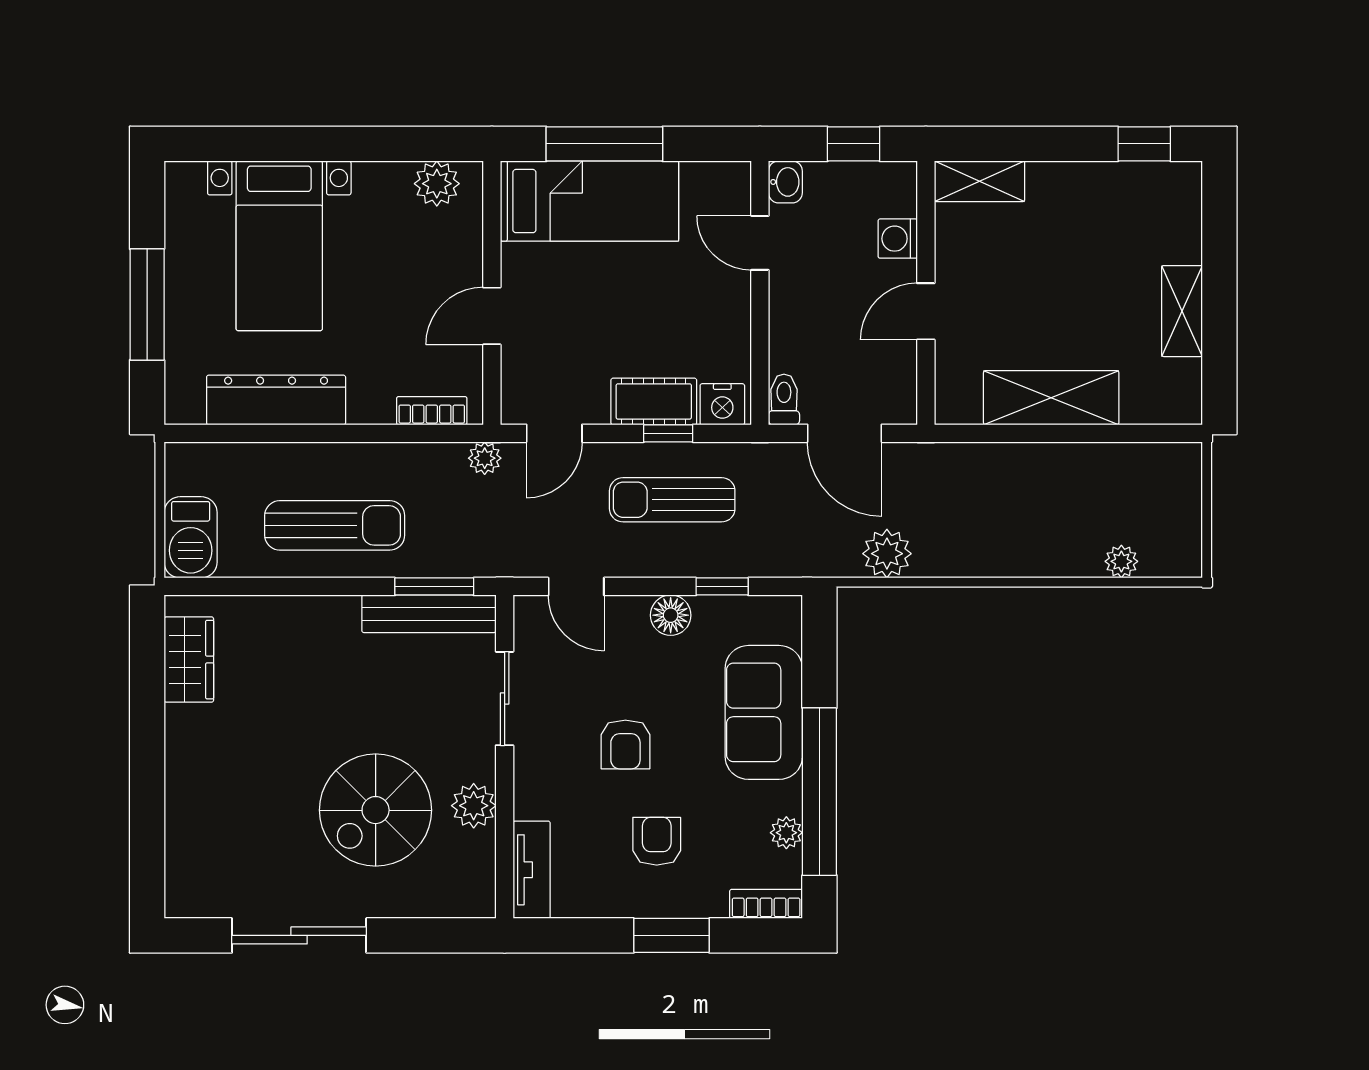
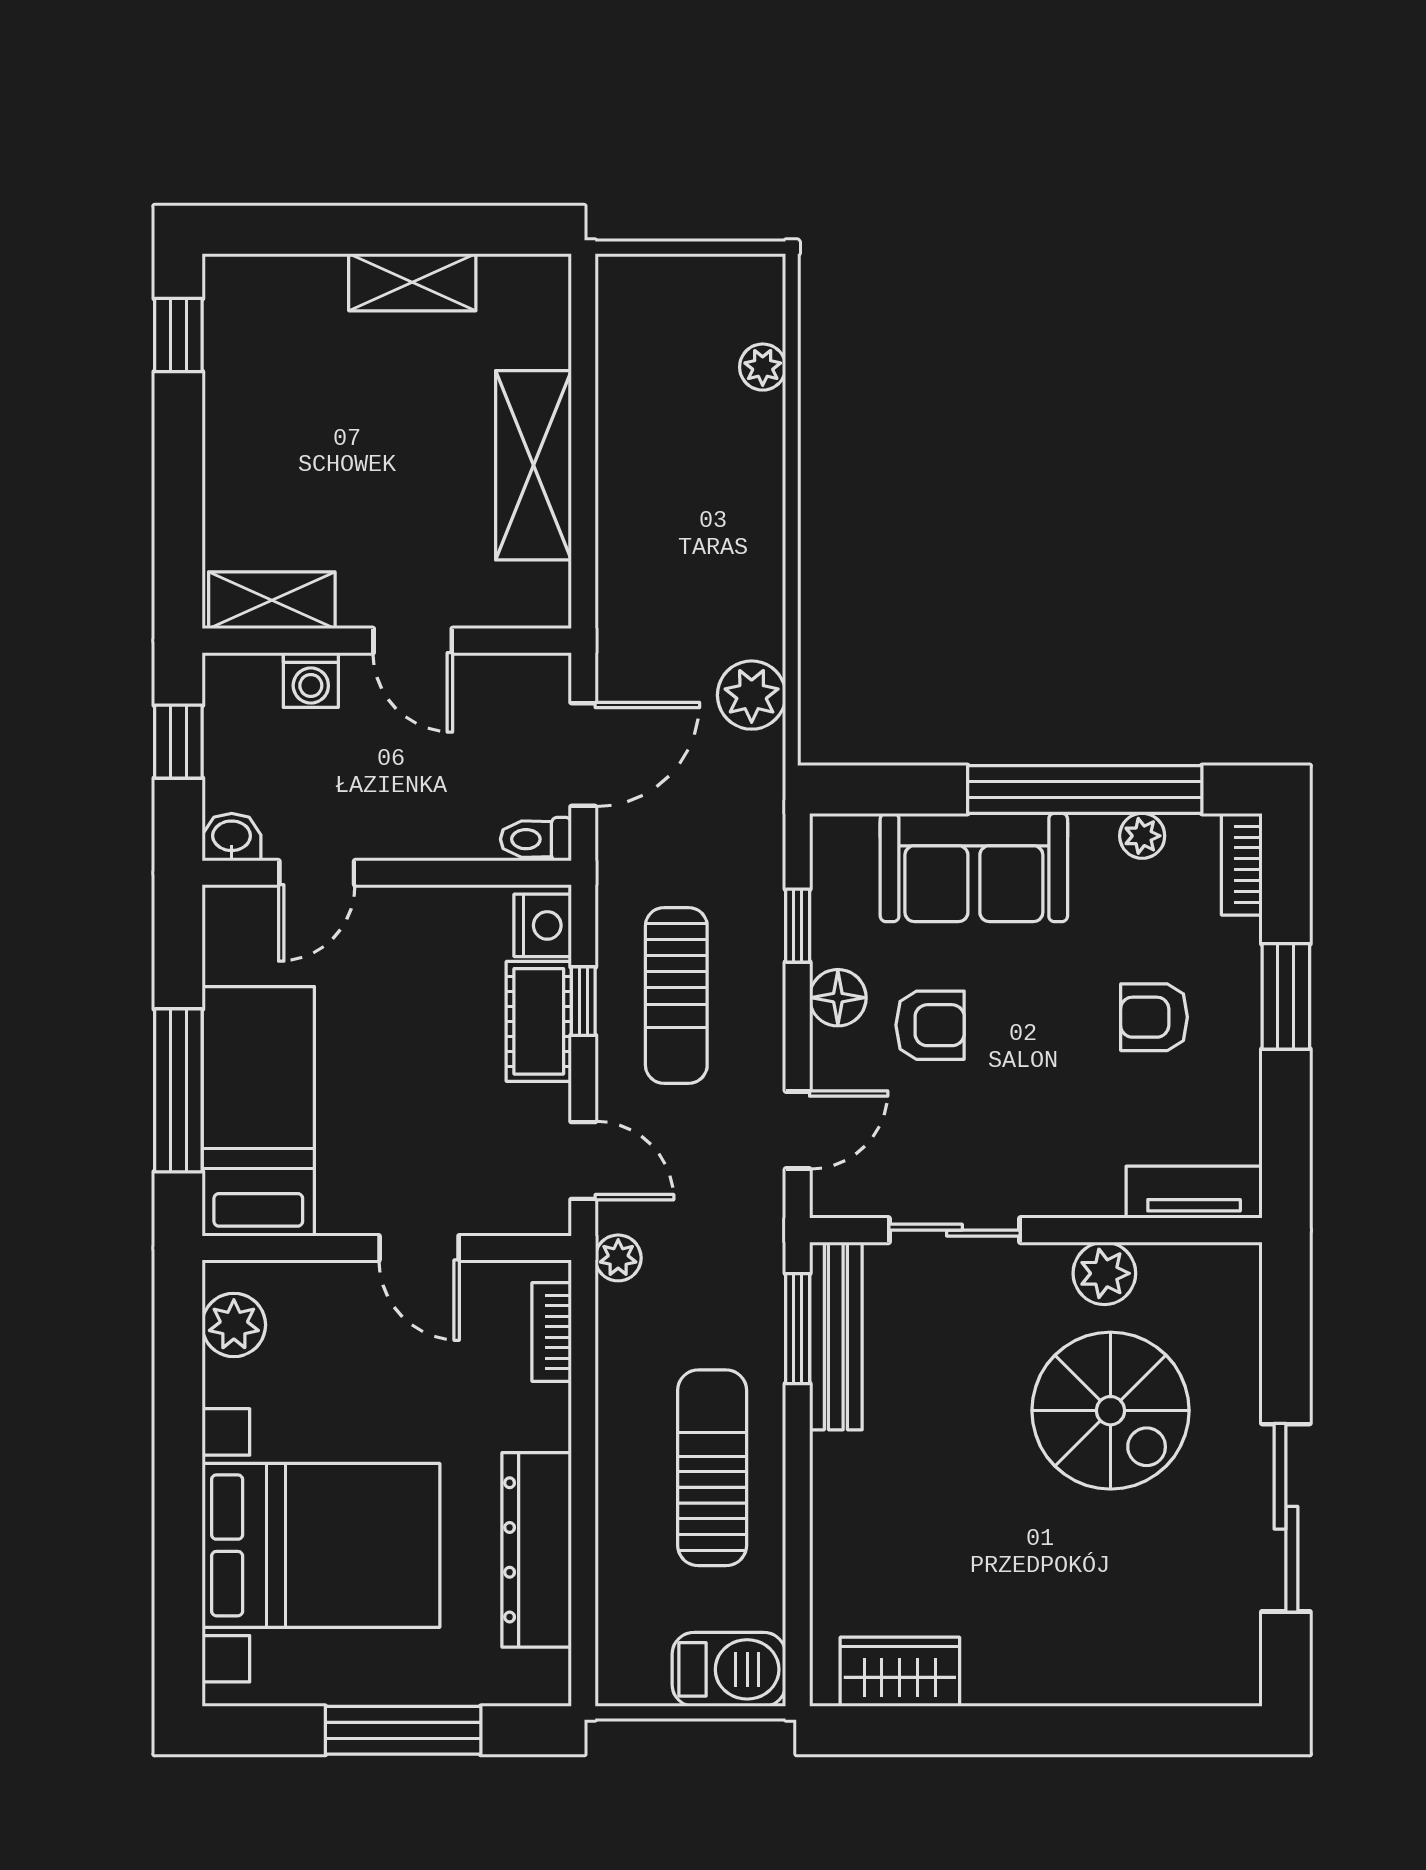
shelving: (980, 181) -> (272, 600), moved, turned 90
bed with nightstands: (279, 246) -> (321, 1545), width x1.36
armchair: (625, 744) -> (930, 1025), moved

